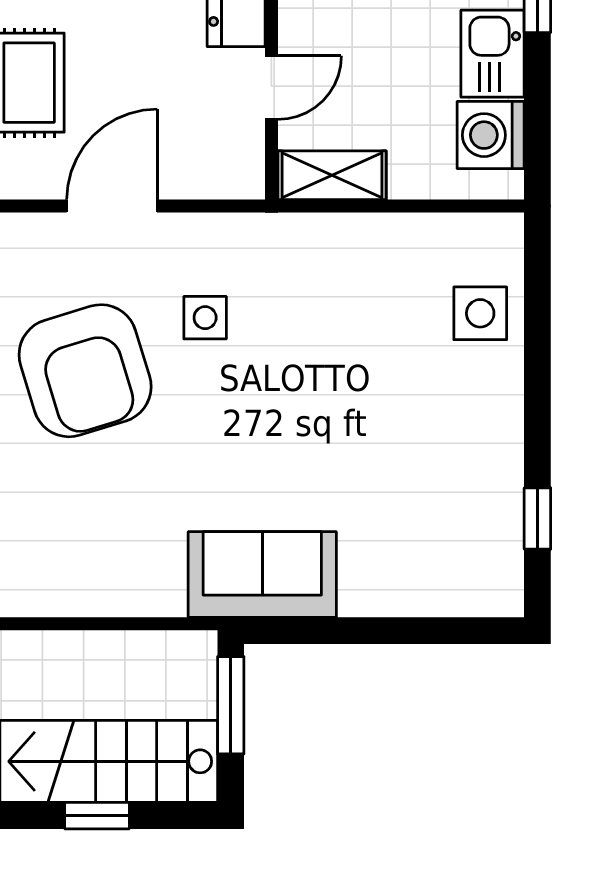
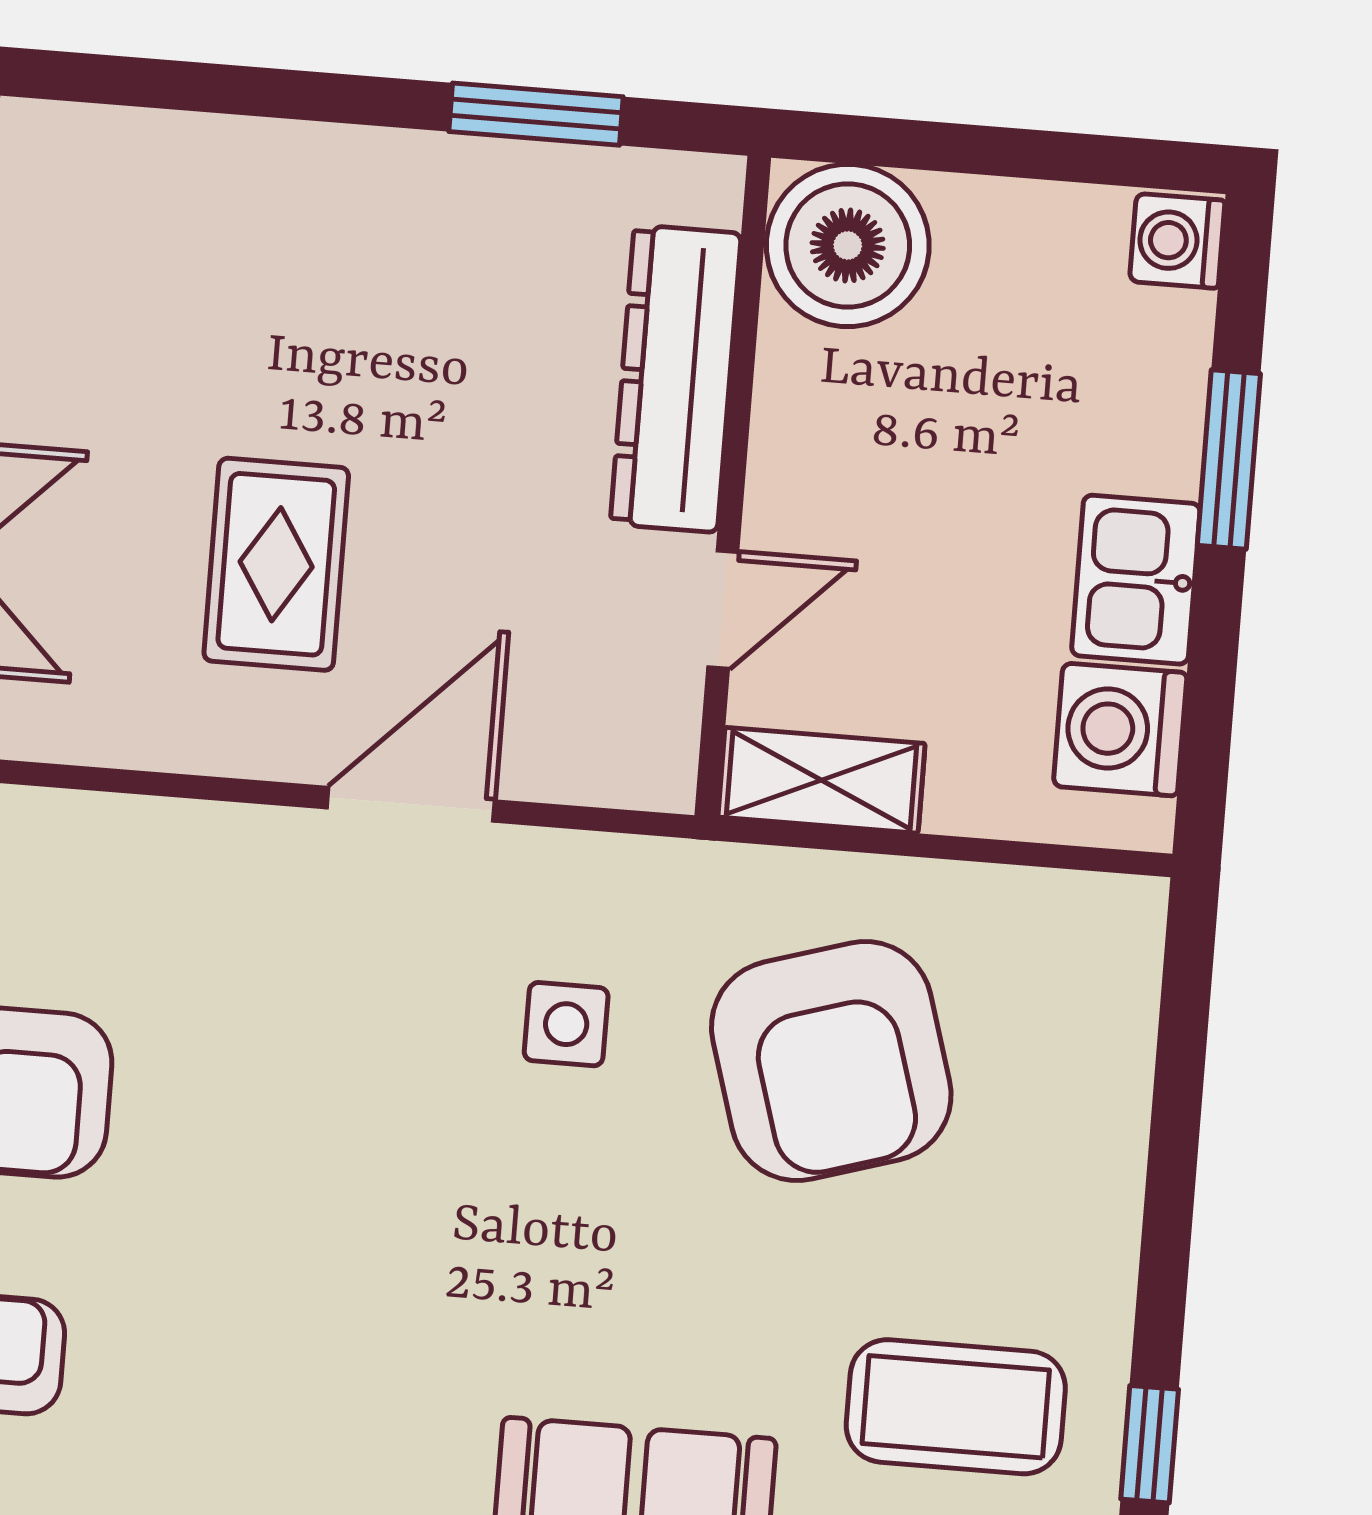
side table: (480, 313) -> (1075, 1057), removed
armchair: (85, 371) -> (831, 1061), moved
coffee table: (431, 507) -> (956, 1407), added

